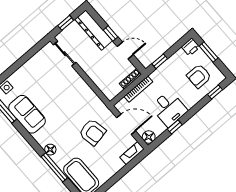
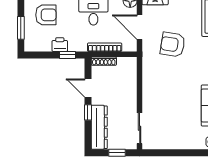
printer: (191, 47) -> (60, 45), moved
armchair: (92, 132) -> (173, 45), turned -70

